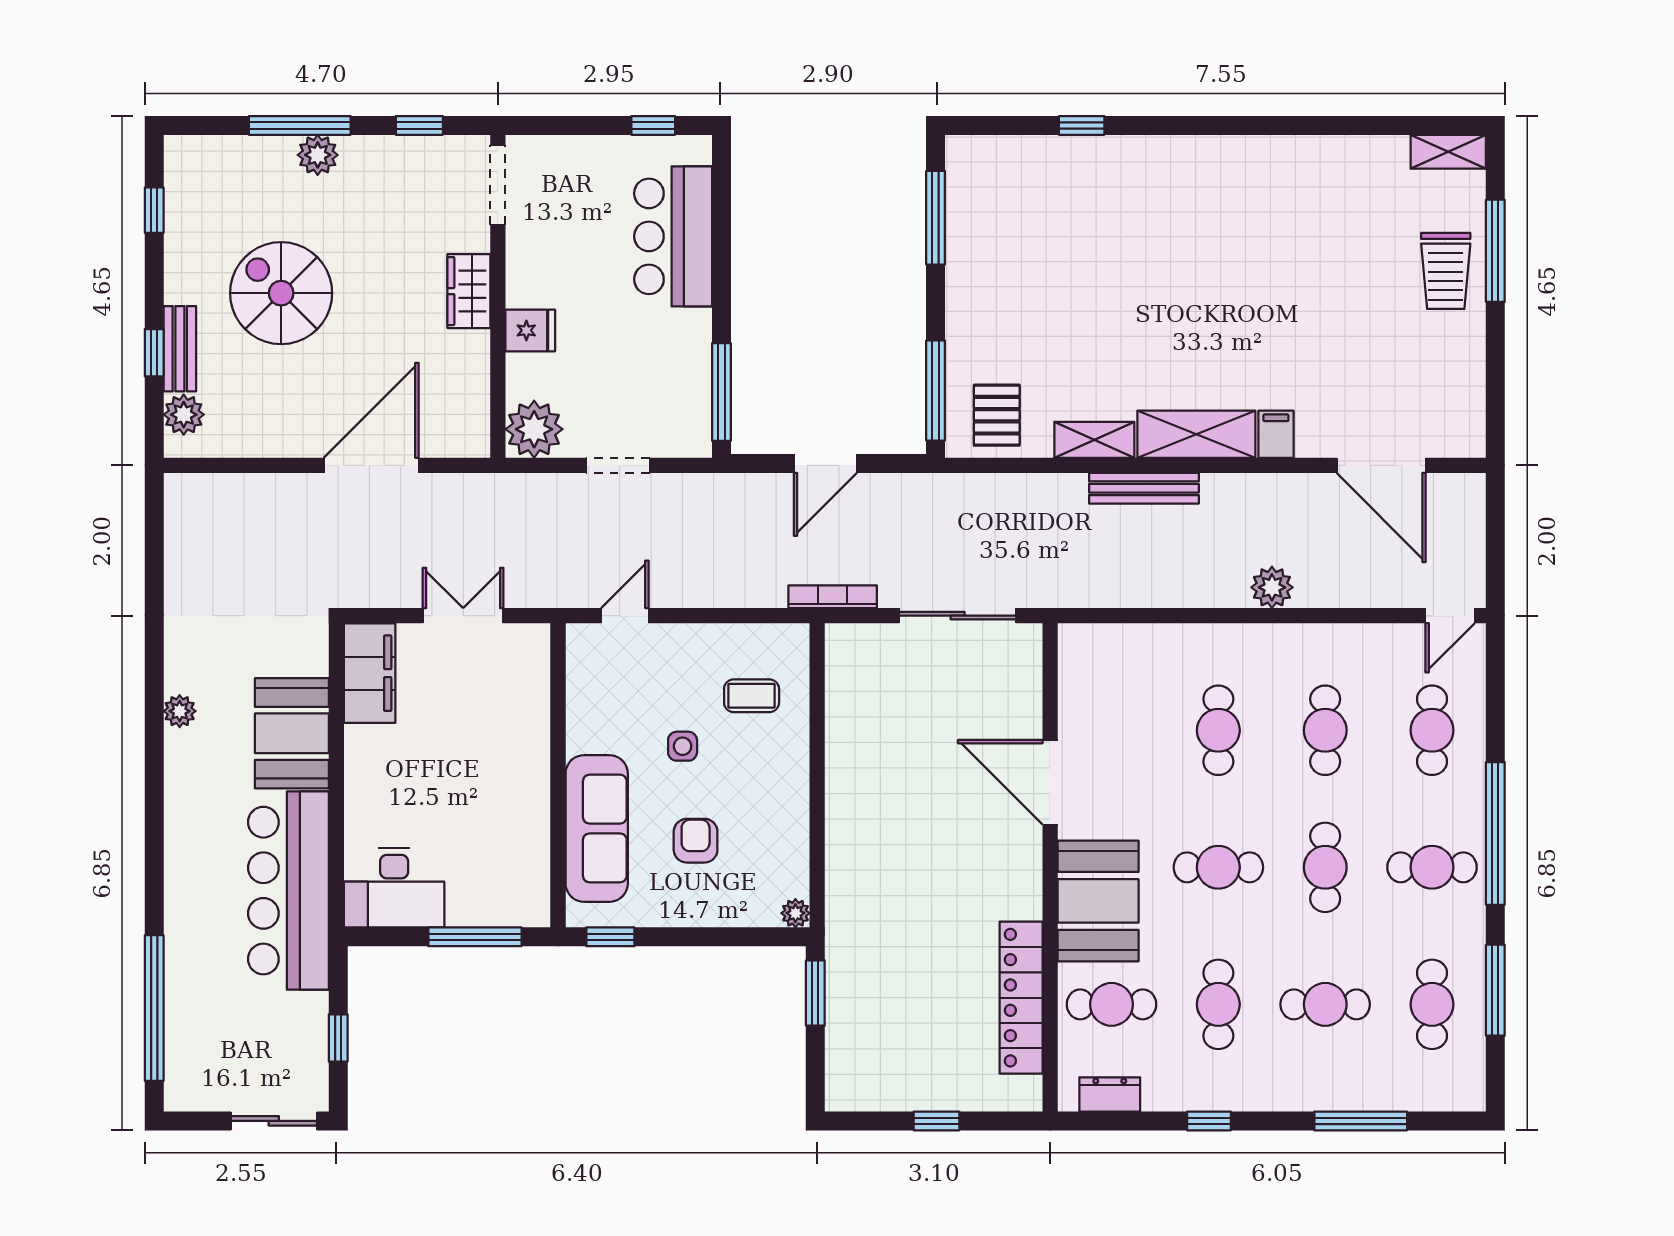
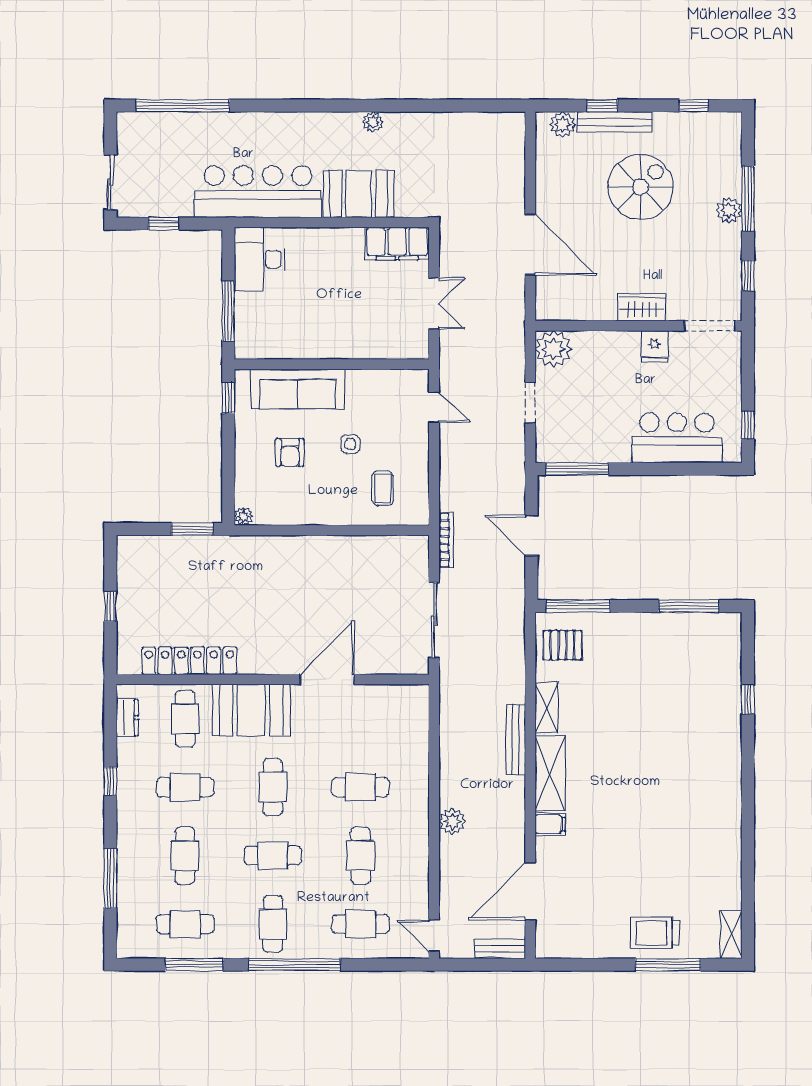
fridge: (530, 330) -> (654, 346), moved
bench: (180, 349) -> (615, 122), width x1.36
bench: (1471, 512) -> (500, 949), added
cafe table: (1325, 730) -> (361, 856), turned 90
armchair: (696, 841) -> (290, 452), turned 90

